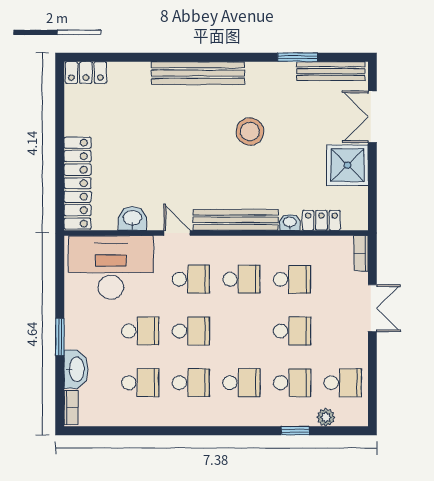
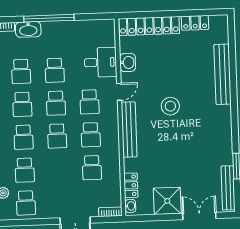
locker: (86, 72) -> (195, 23), moved, turned -90
bench: (198, 73) -> (223, 74), moved
stool: (250, 132) -> (170, 106), moved
washbasin: (290, 222) -> (130, 206), moved
desk: (111, 267) -> (100, 62), width x0.53, depth x0.77
school desk: (292, 331) -> (57, 136), moved
window: (60, 337) -> (49, 18), width x2.11

